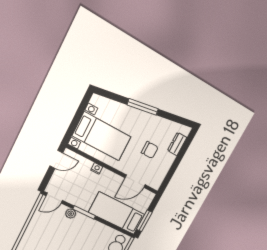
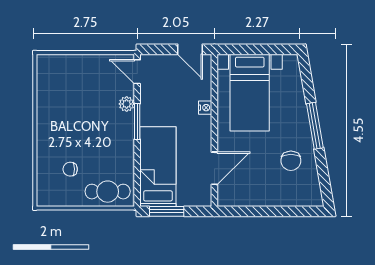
dresser: (177, 144) -> (293, 198), removed
chair: (150, 150) -> (291, 161), moved
door: (135, 181) -> (214, 168), swing flipped

